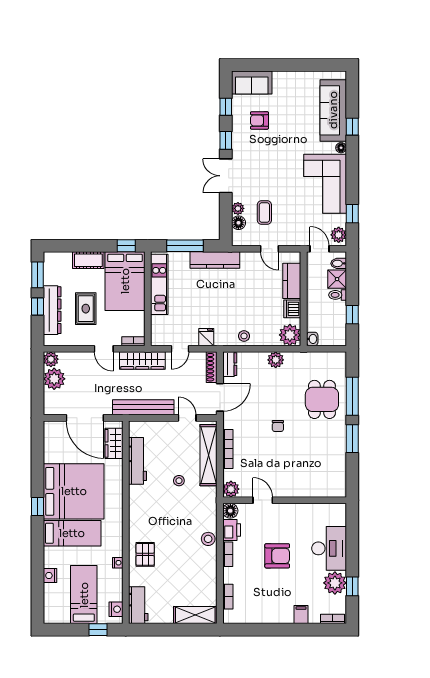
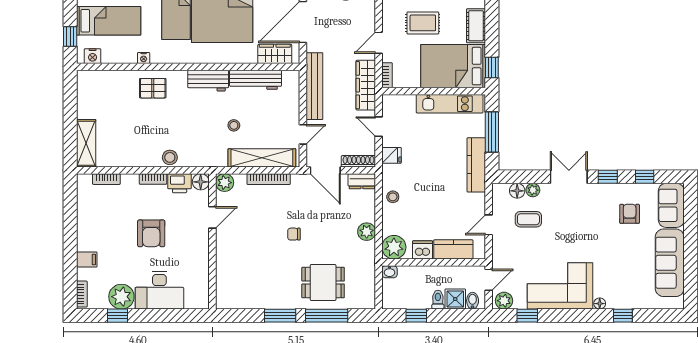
sofa: (333, 110) -> (670, 263), moved, turned -90
workbench: (138, 605) -> (208, 81), moved

